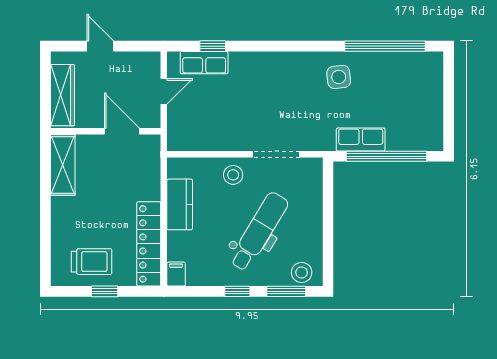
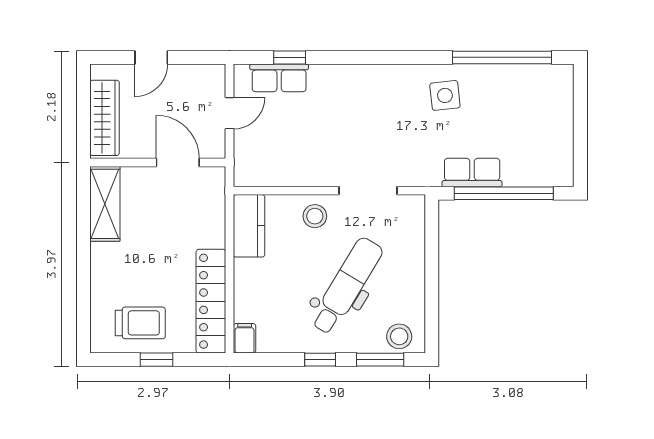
door: (100, 46) -> (151, 57), swing flipped
kitchen counter: (180, 204) -> (249, 226), moved

